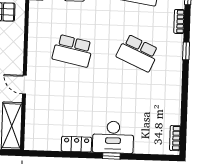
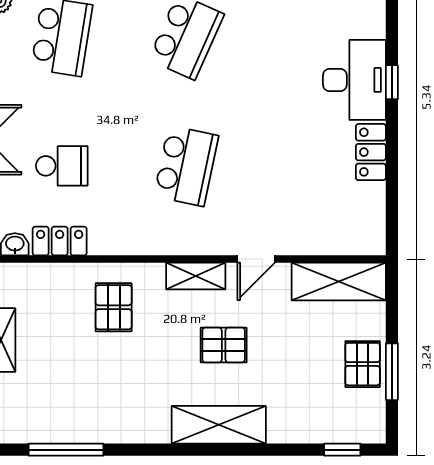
shelving: (17, 54) -> (196, 276), added

